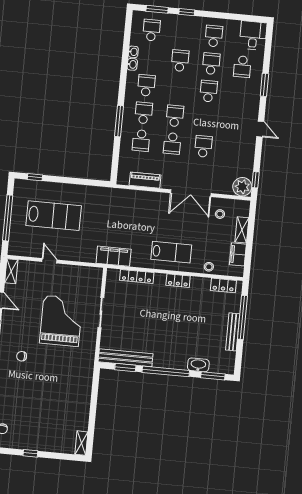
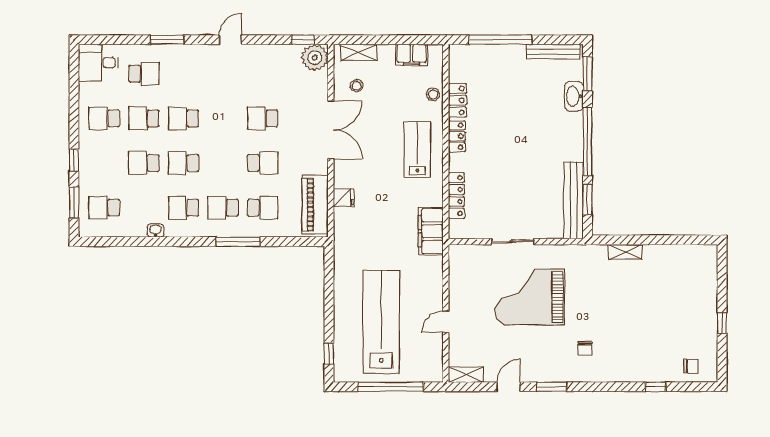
washbasin: (133, 52) -> (138, 231), removed
school desk: (175, 116) -> (184, 163), moved
piano: (145, 180) -> (315, 205), width x1.37, depth x1.33
fridge: (143, 198) -> (344, 198), added
lab bench: (54, 216) -> (381, 322), width x1.36
shelving: (242, 230) -> (359, 52), moved
locker: (223, 285) -> (458, 100), moved
bench: (233, 332) -> (553, 52), moved
shelving: (81, 443) -> (625, 252), moved

